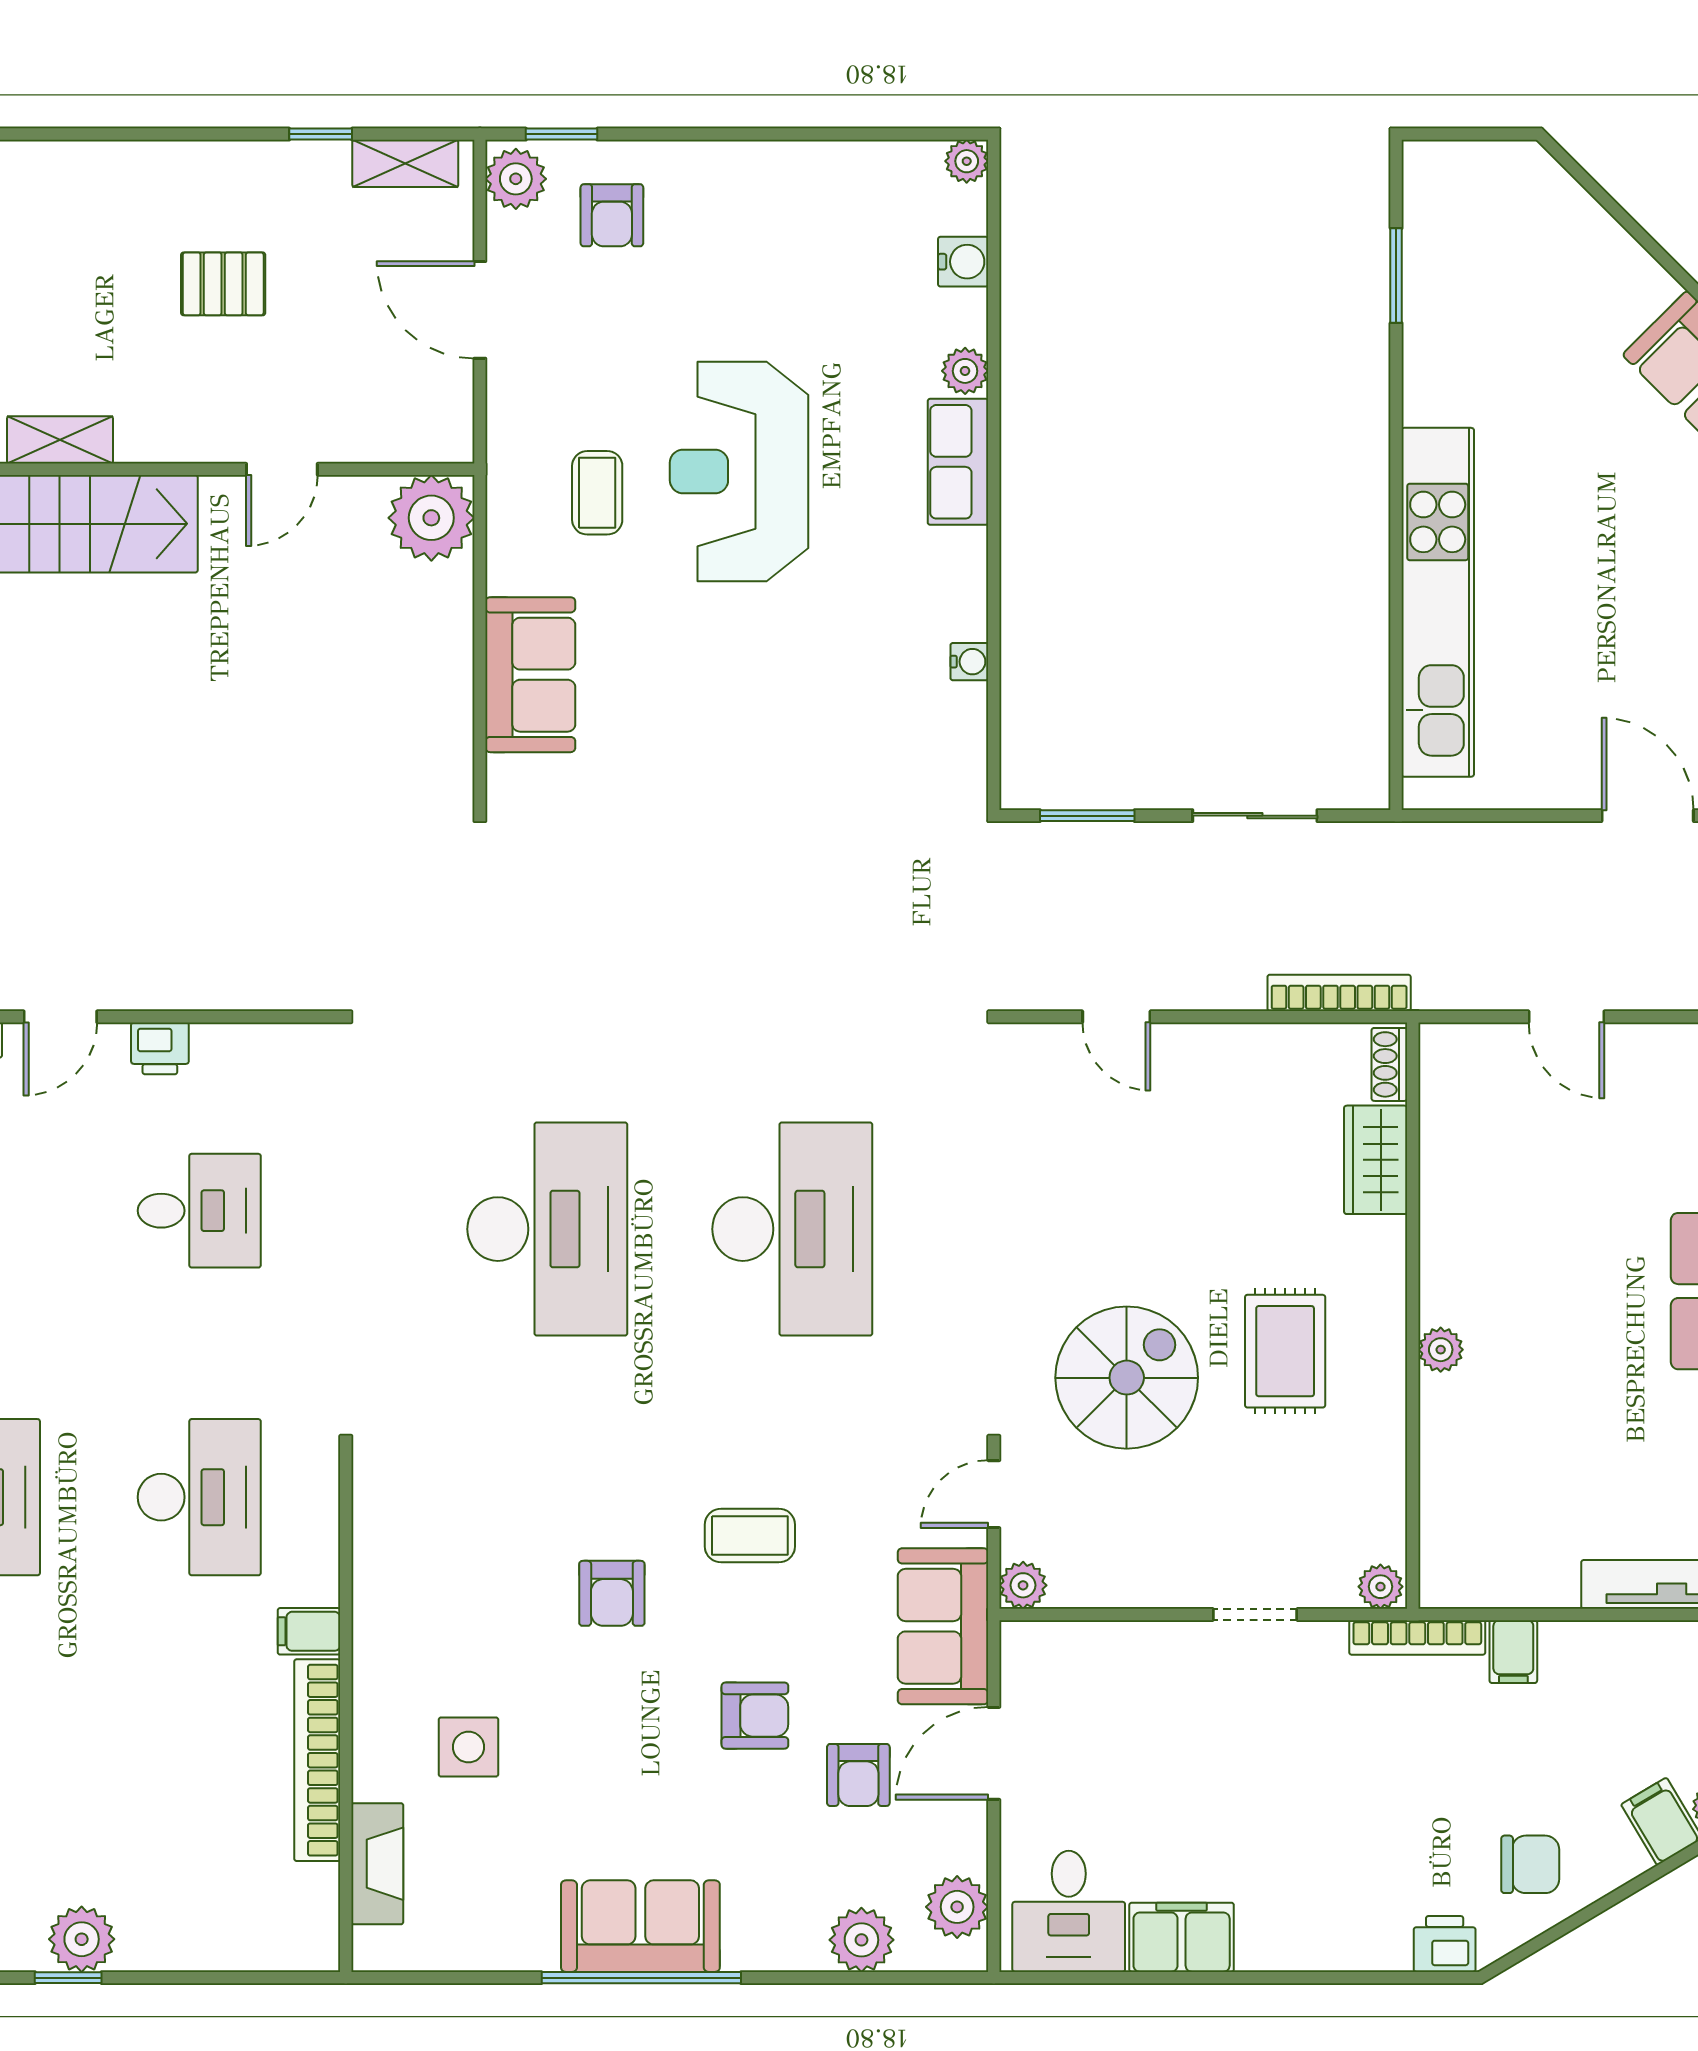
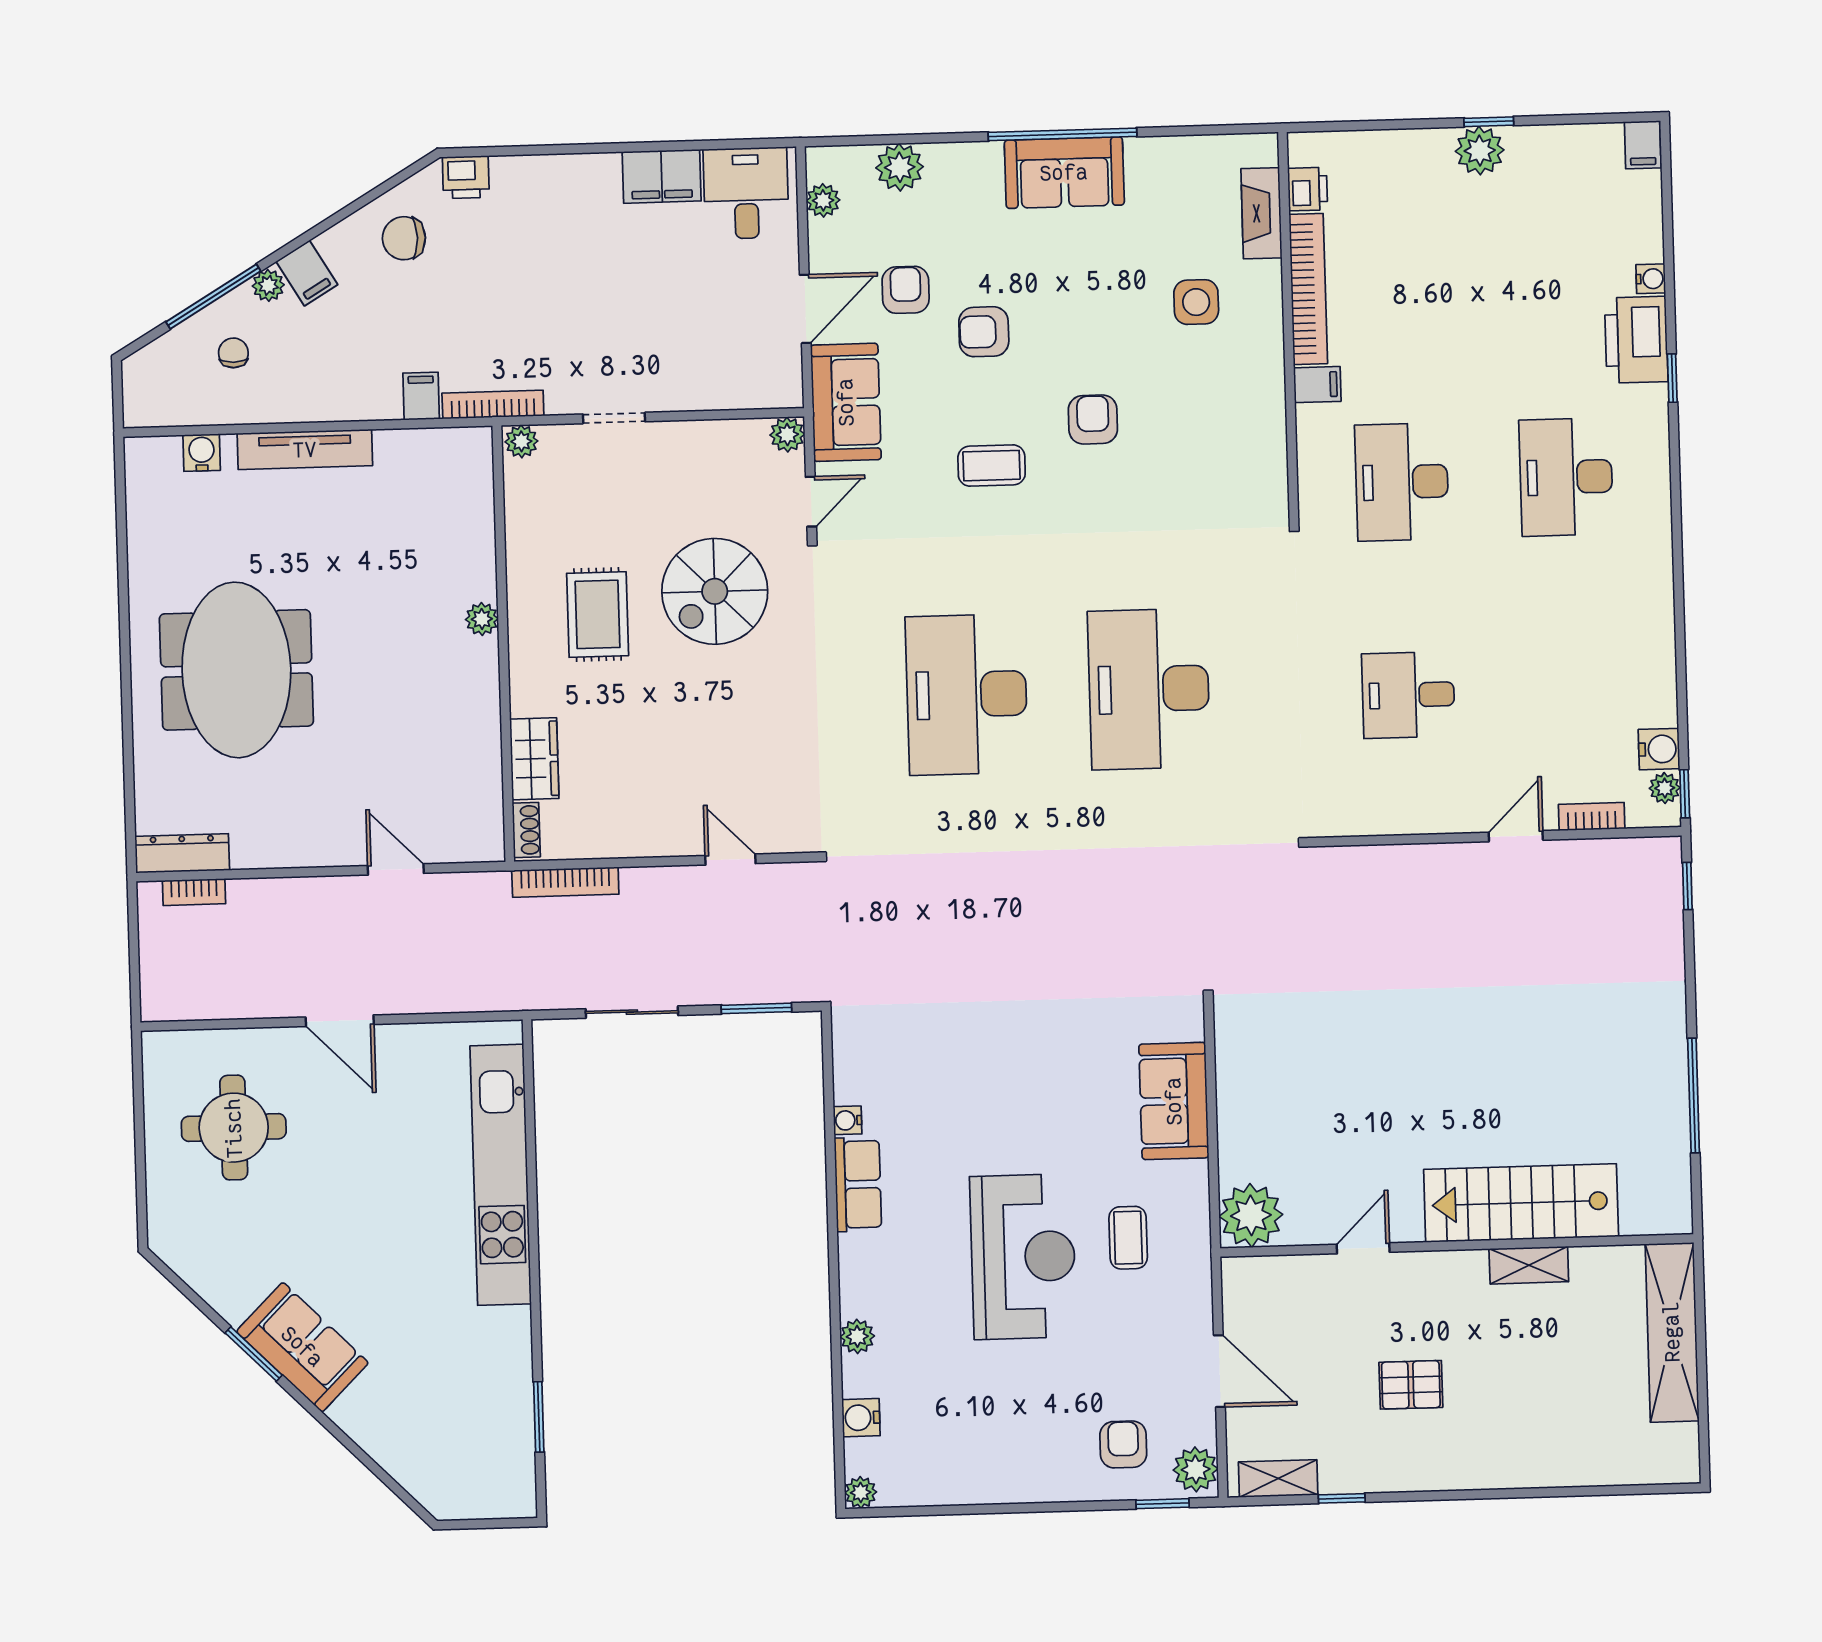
row of seats: (958, 462) -> (858, 1184), moved
printer: (160, 1048) -> (1308, 189), moved, turned 90
plant: (957, 1907) -> (823, 200), width x0.73, depth x0.73

